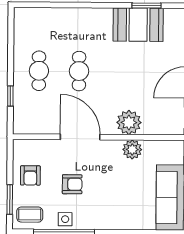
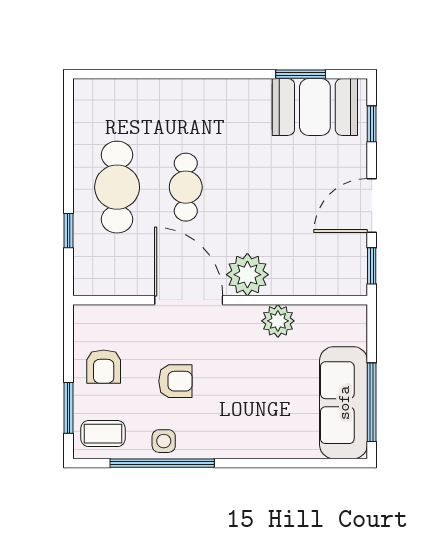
booth: (138, 25) -> (315, 107), moved
cafe table: (39, 71) -> (117, 187), width x1.37, depth x1.35
plant: (129, 122) -> (247, 275), moved

